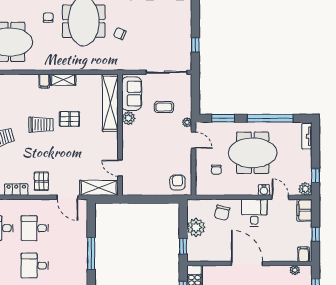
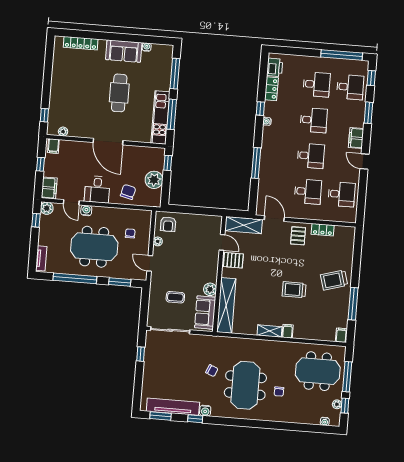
pallet: (70, 119) -> (233, 260), moved
plant: (187, 122) -> (158, 241), moved

